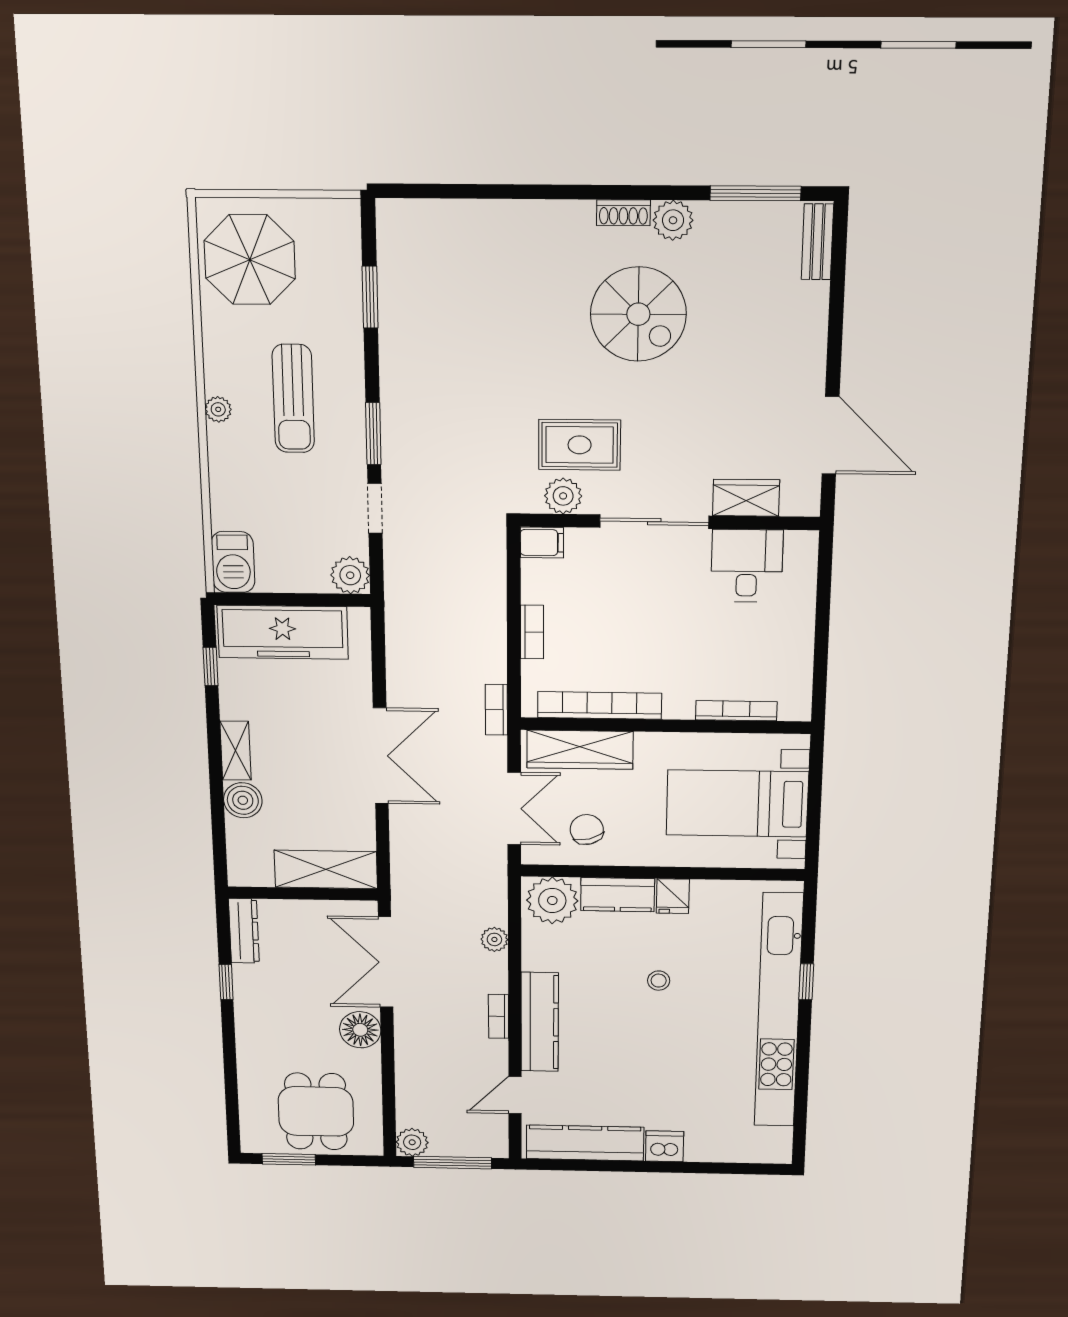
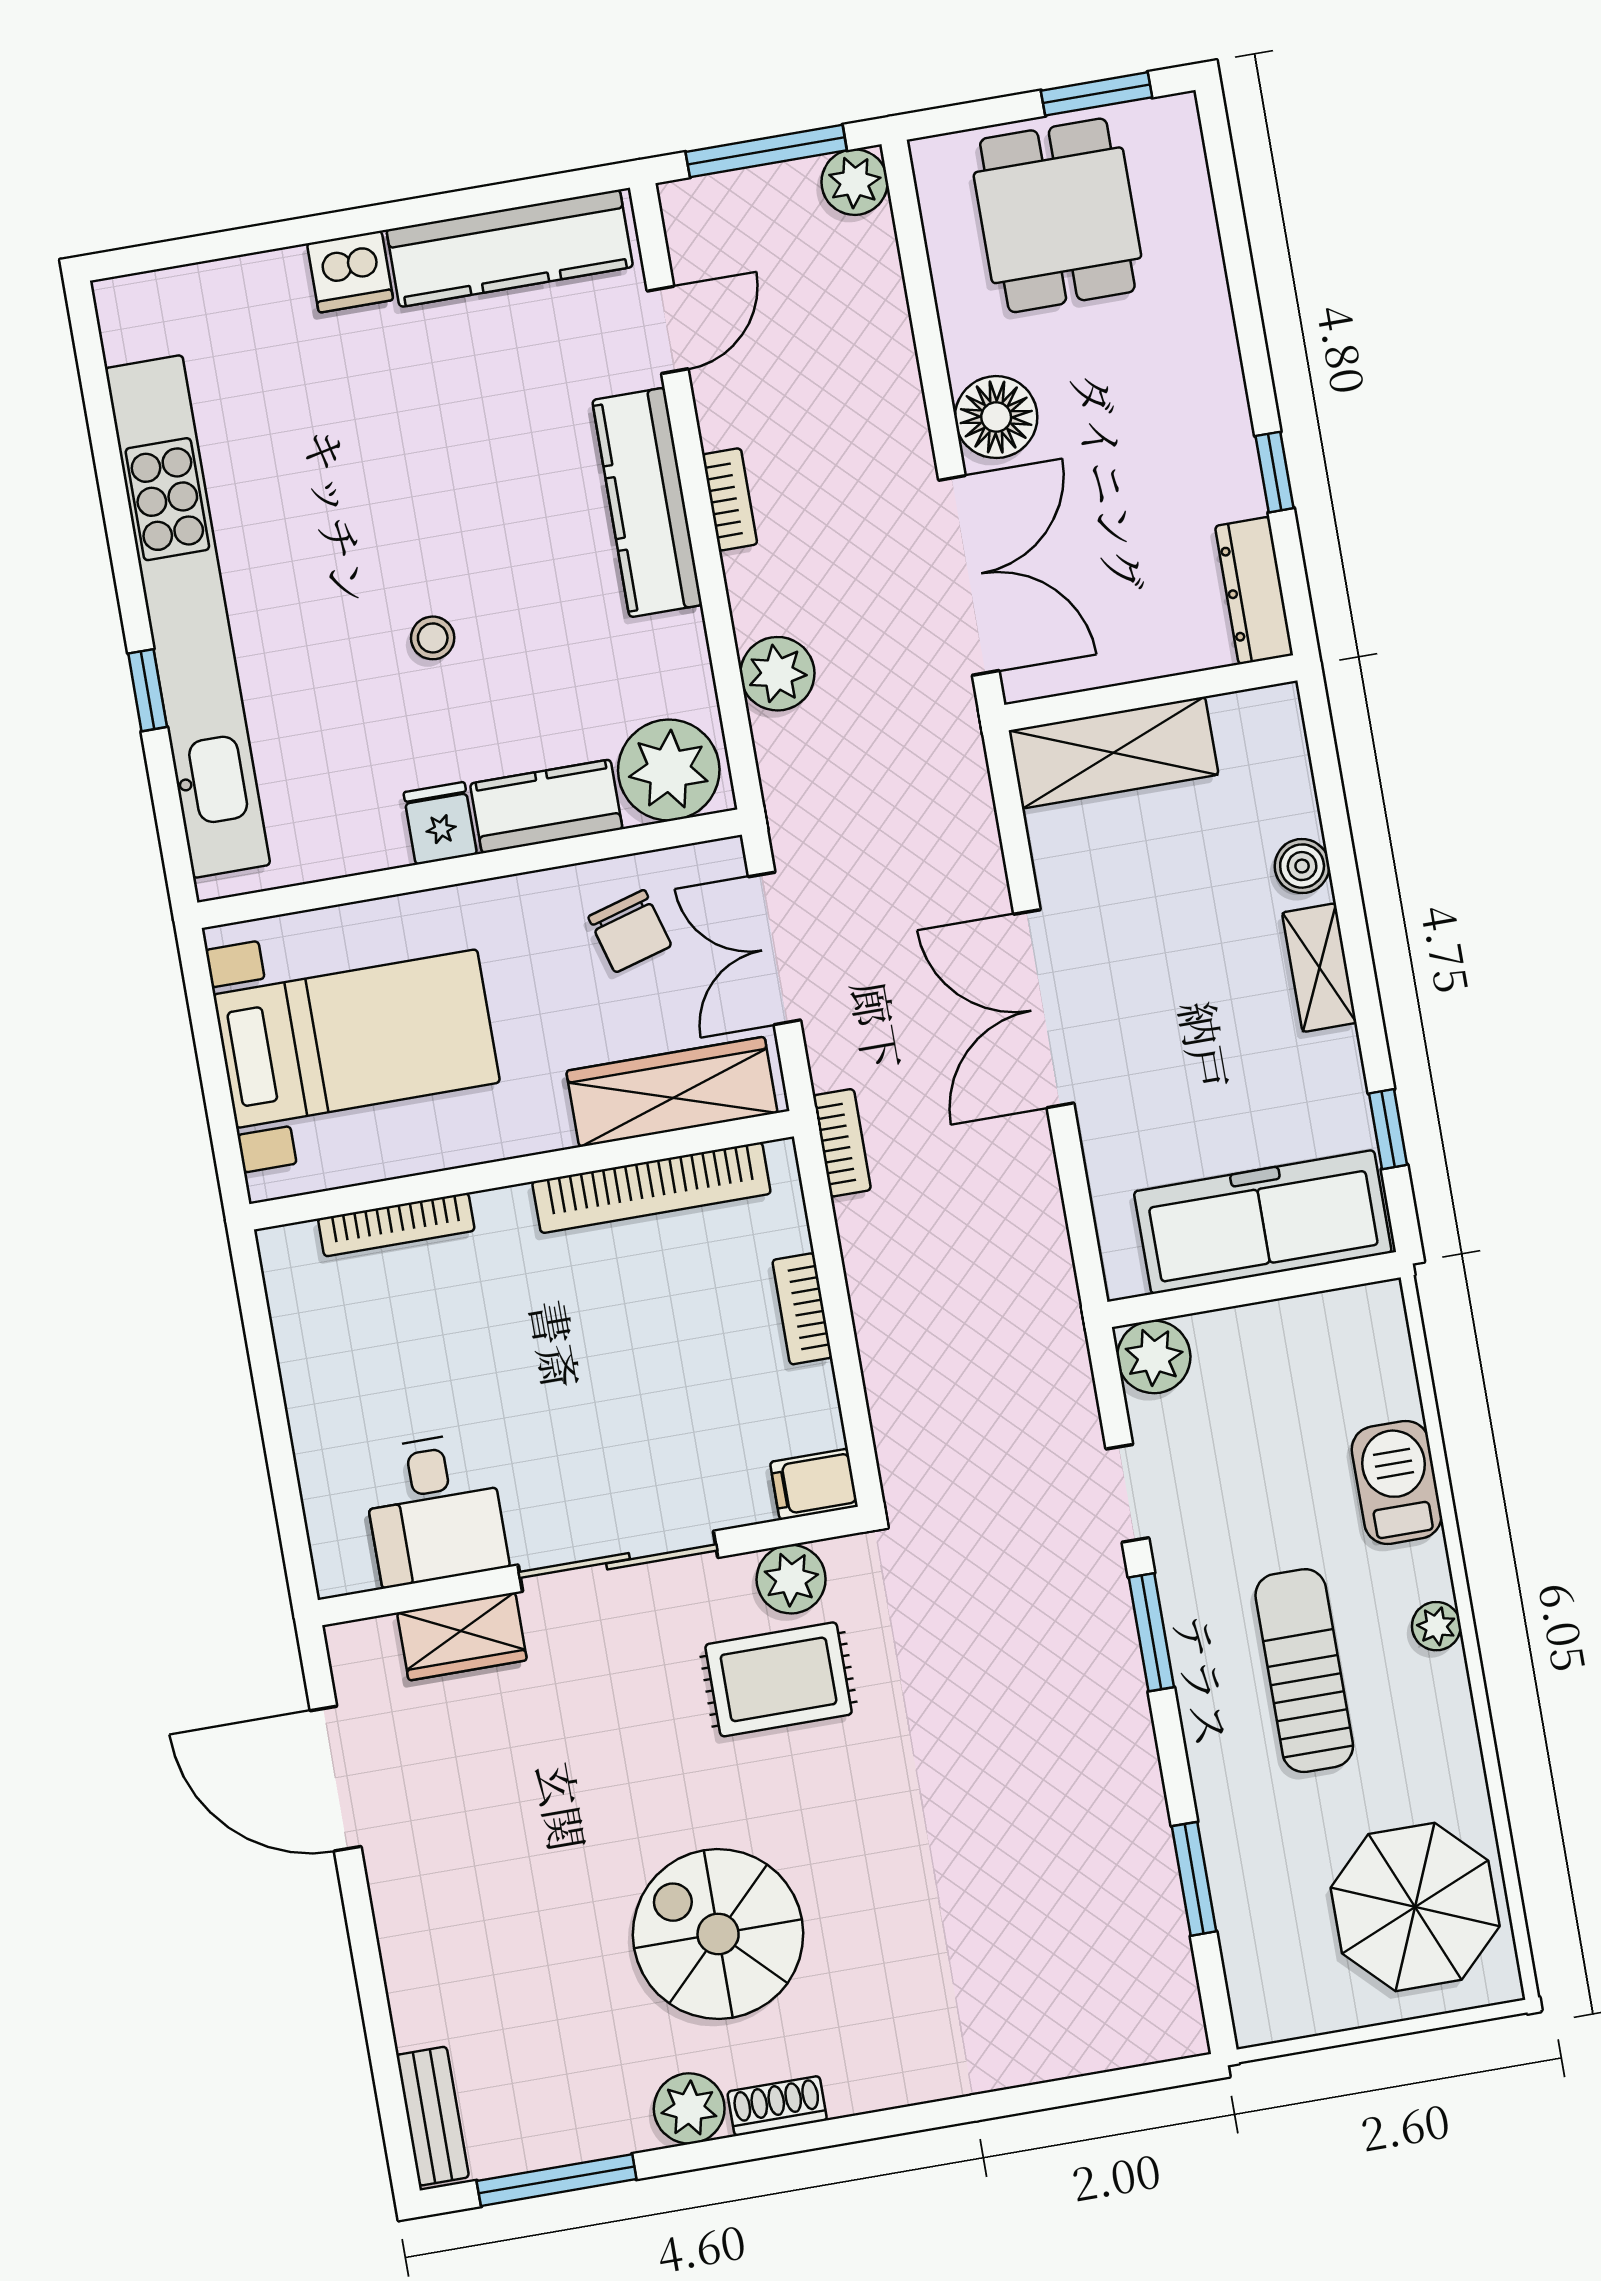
barbecue: (233, 562) -> (1397, 1482), moved
boiler: (243, 800) -> (1302, 866), width x0.73, depth x0.73
plant: (494, 939) -> (777, 674), width x1.38, depth x1.38

